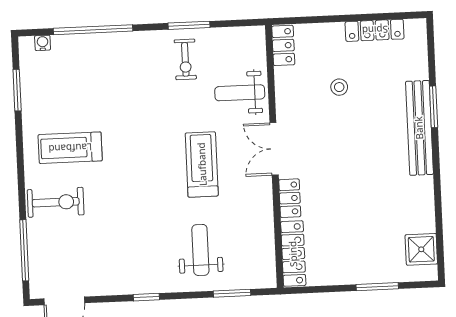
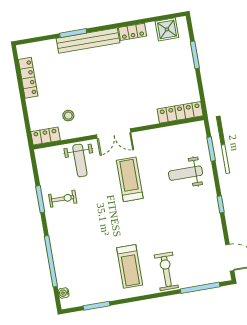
stool: (339, 87) -> (68, 116), moved
treadmill: (202, 164) -> (130, 179), turned 90
locker: (290, 198) -> (132, 32), moved, turned 180

